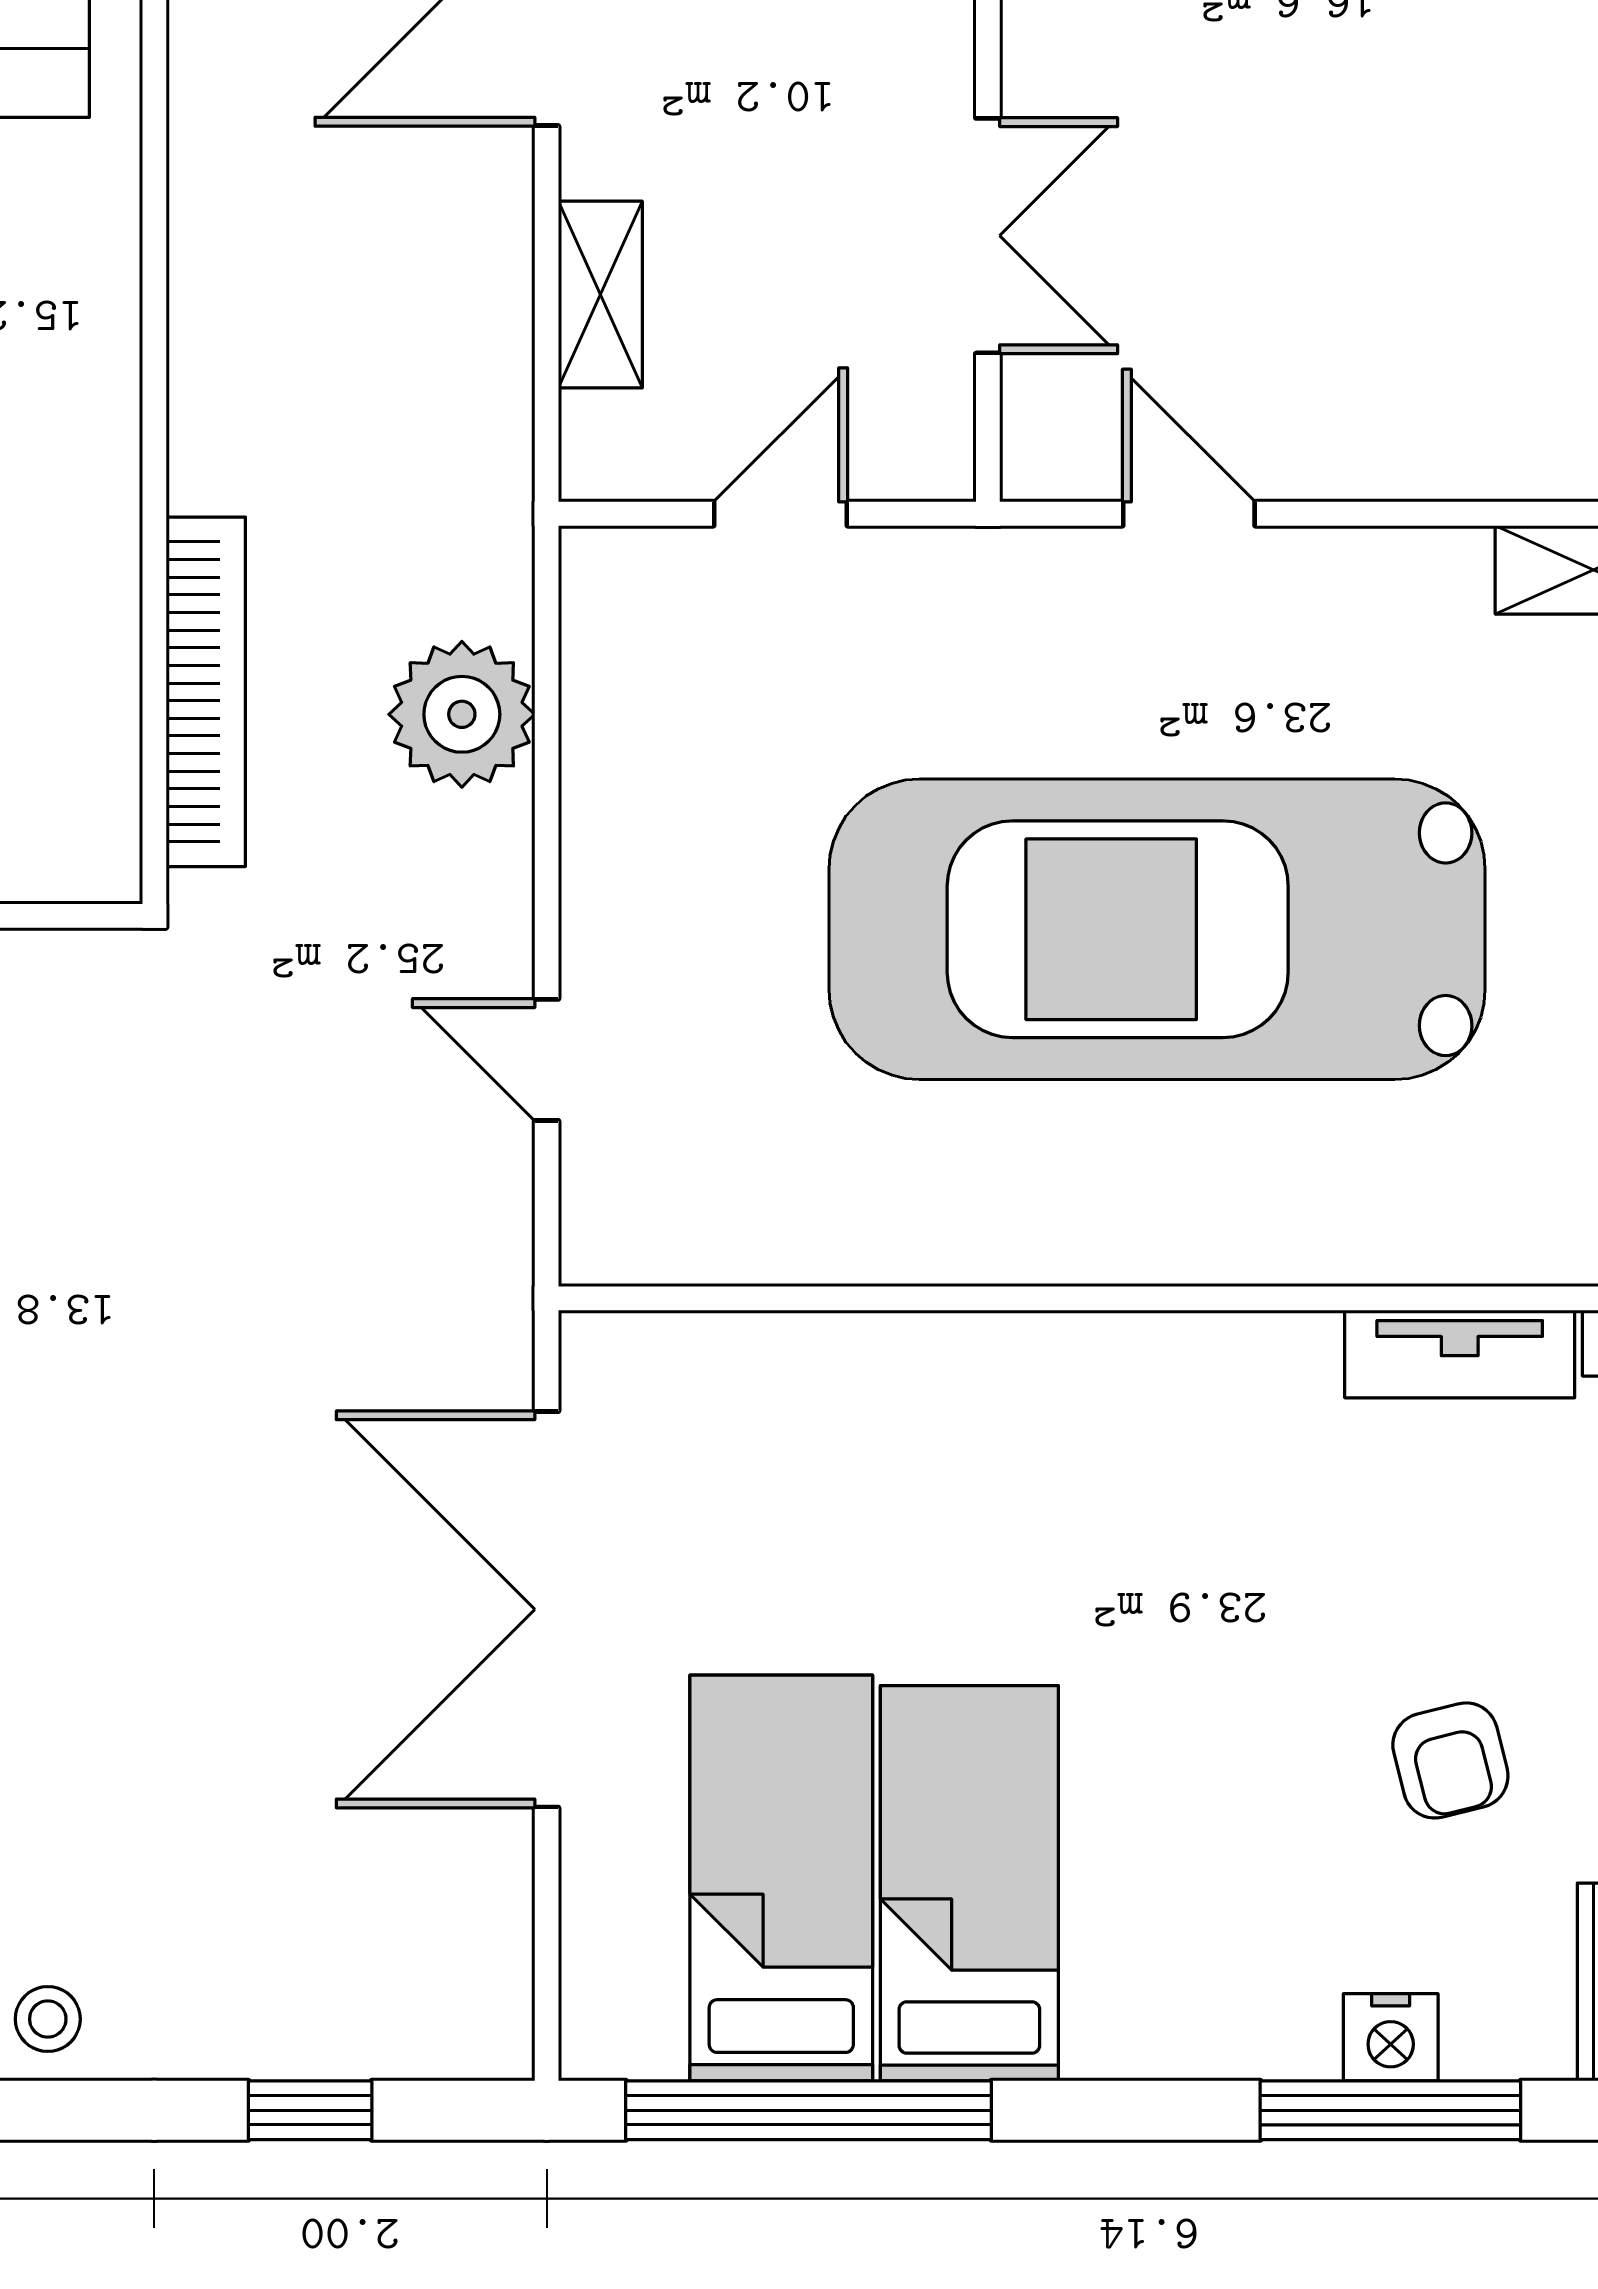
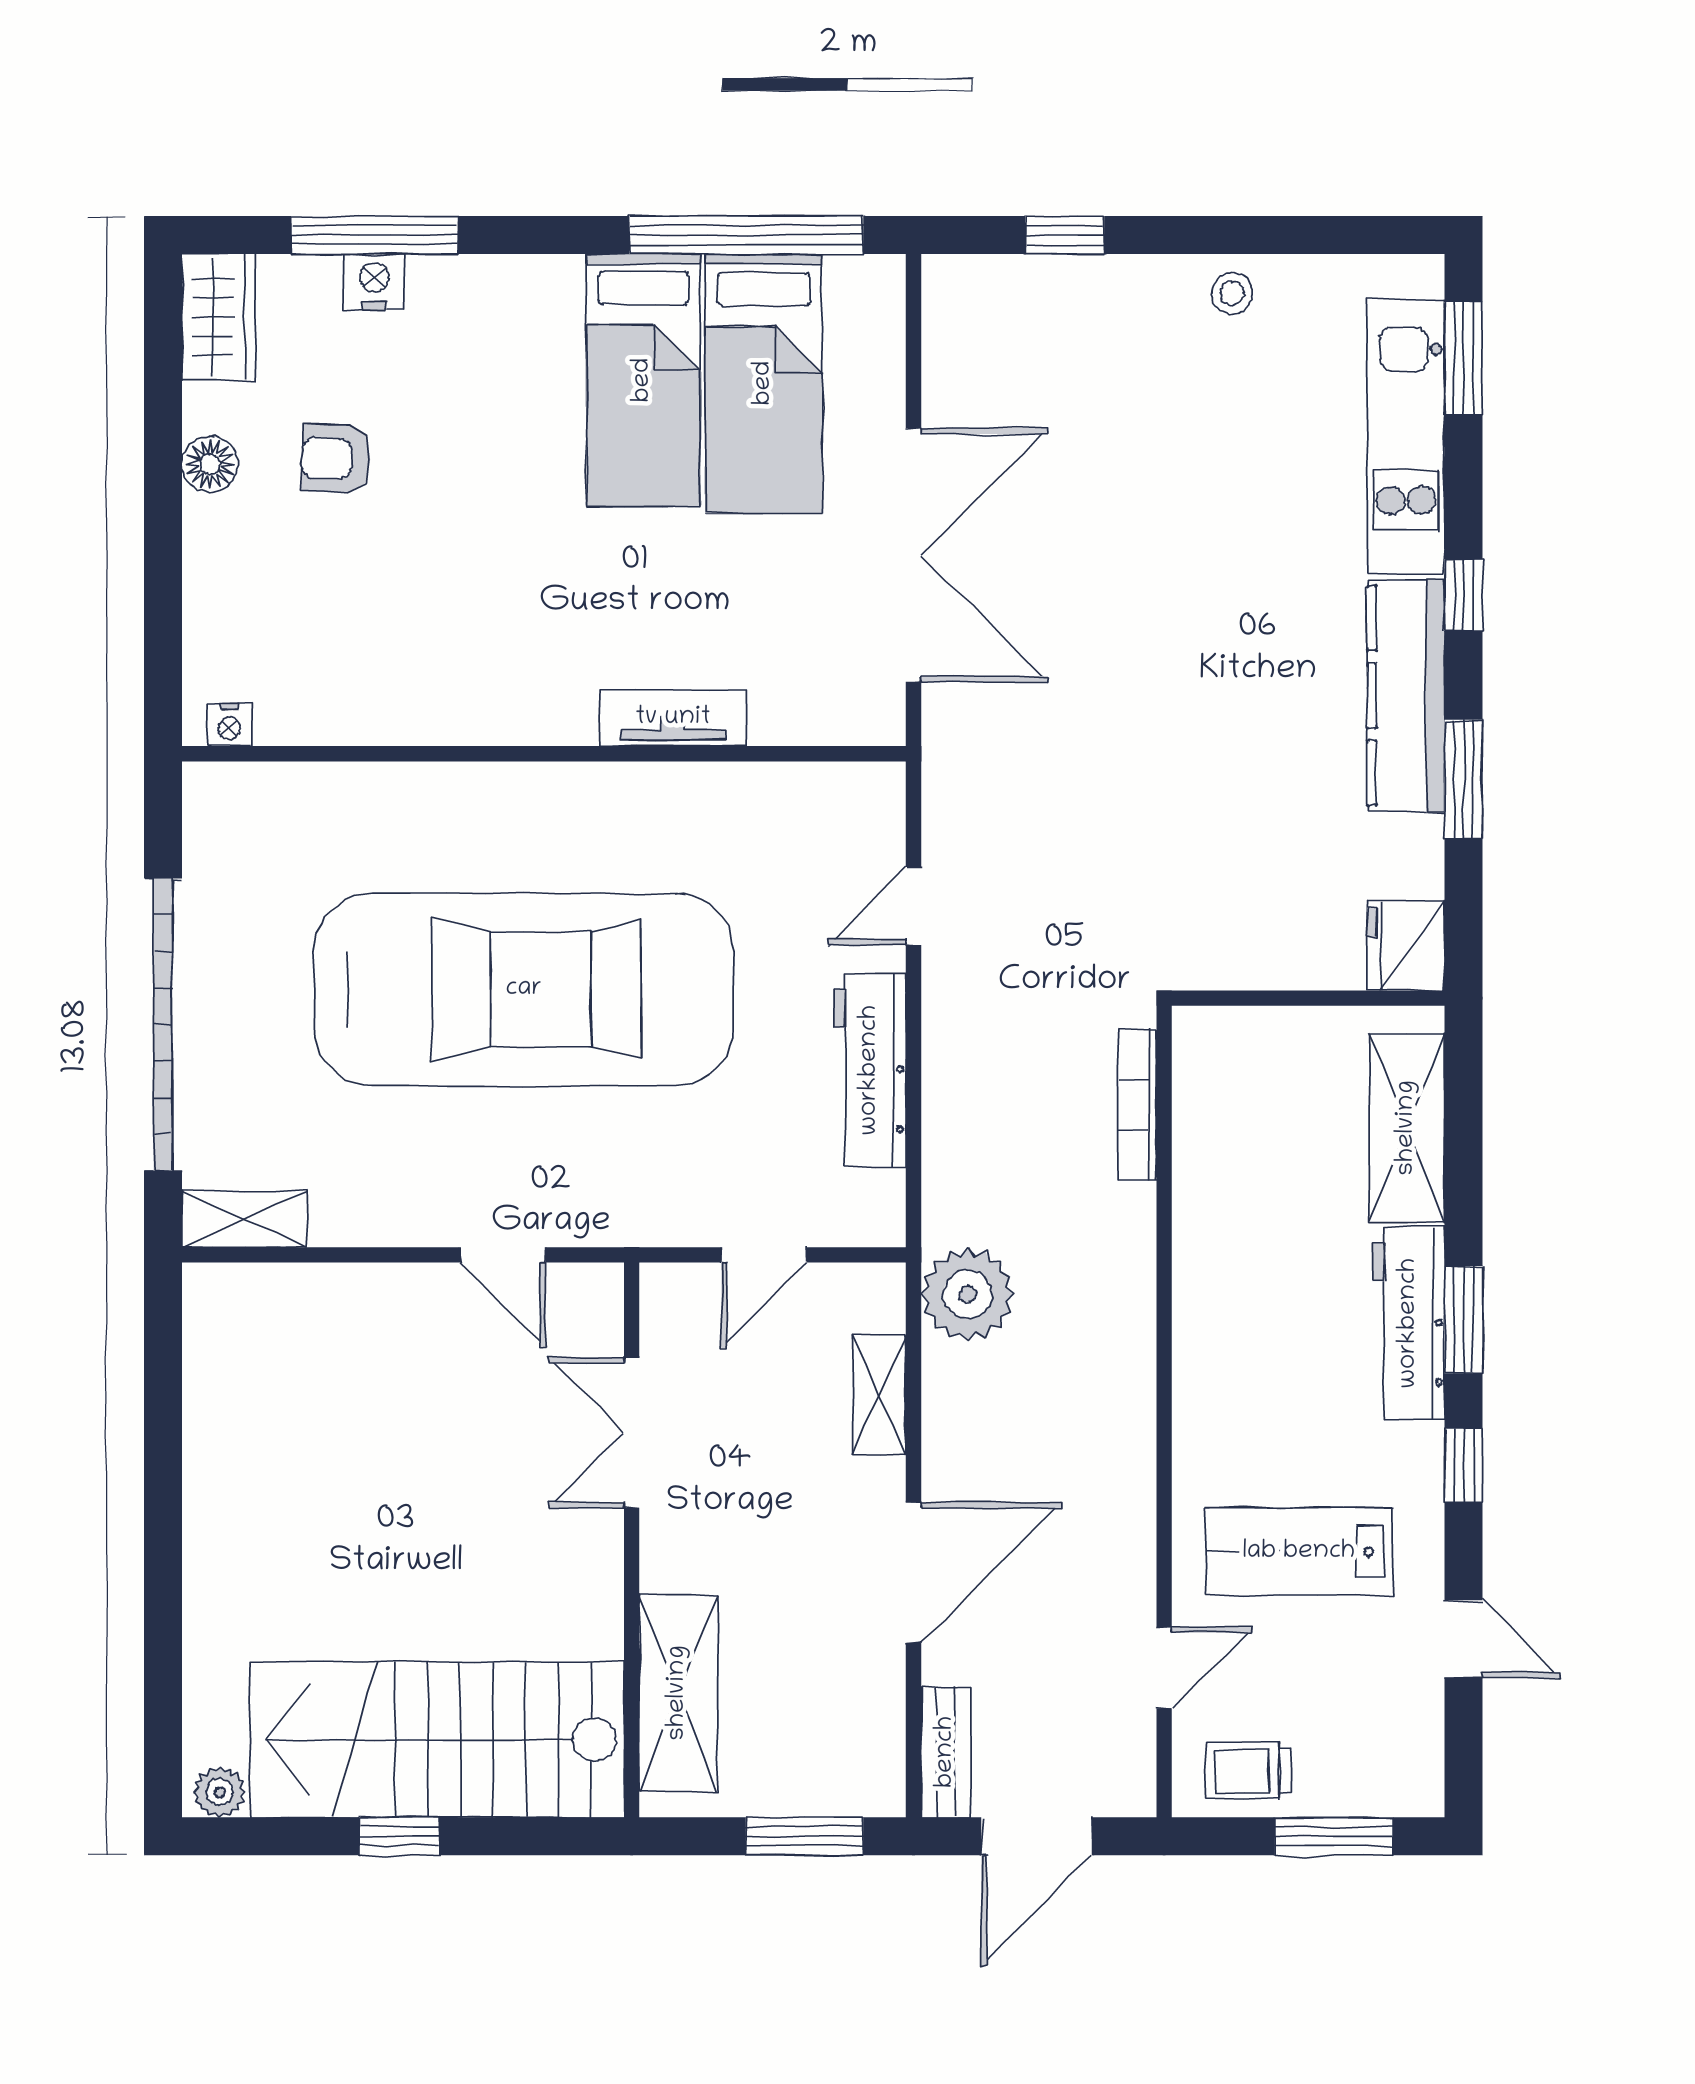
bookcase: (206, 692) -> (1137, 1105), width x0.68, depth x0.76
plant: (462, 714) -> (968, 1294), moved
workbench: (615, 803) -> (870, 1070), added
door: (547, 1060) -> (914, 906), swing flipped
tv unit: (1460, 1354) -> (673, 718), moved
armchair: (1450, 1760) -> (336, 458), turned -74

